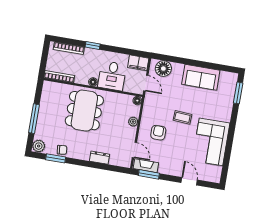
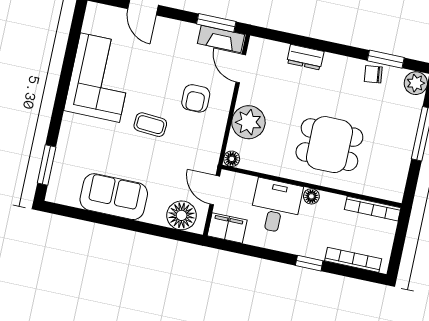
dining table: (84, 111) -> (329, 145), width x0.73
plant: (133, 122) -> (248, 122), width x1.88, depth x1.88

